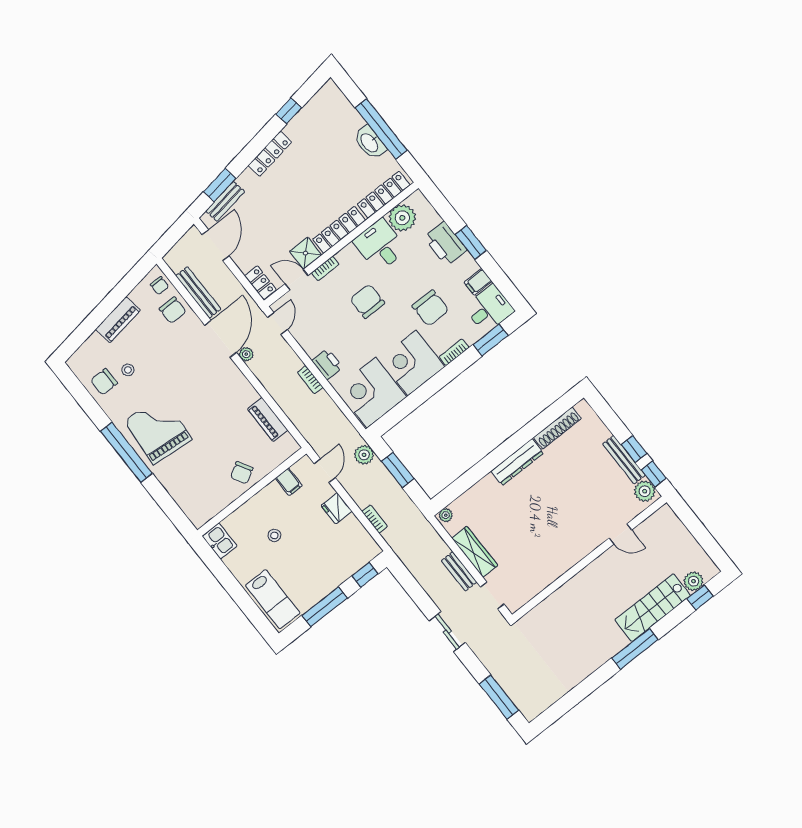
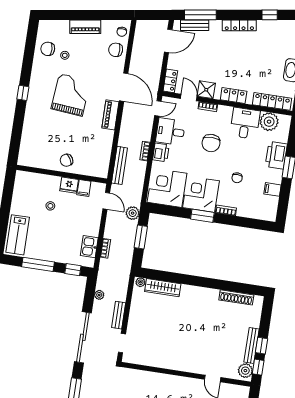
window: (220, 185) -> (200, 15), width x1.44
locker: (339, 230) -> (234, 96), width x0.66
bench: (198, 292) -> (119, 165), moved
chair: (367, 301) -> (211, 143), turned 180
chair: (430, 308) -> (237, 178), width x0.54, depth x0.54
desk: (489, 309) -> (170, 132), moved, turned 180
chair: (173, 310) -> (116, 50), turned 90
door: (221, 339) -> (124, 87), hinge flipped
window: (491, 340) -> (202, 216), moved
plant: (246, 354) -> (99, 295), moved
piano: (268, 420) -> (110, 115), moved
grand piano: (158, 430) -> (71, 95), moved
window: (126, 452) -> (23, 93), width x0.32
dresser: (517, 462) -> (200, 293), removed
door: (325, 471) -> (106, 201), hinge flipped
fridge: (337, 508) -> (69, 185), moved, turned -90
kitchen sink: (220, 541) -> (89, 247), moved, turned 180
wardrobe: (475, 552) -> (163, 288), moved, turned 90
sliding door: (447, 632) -> (83, 337), width x1.86

